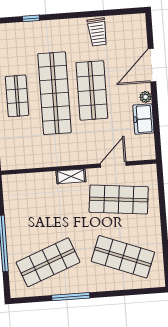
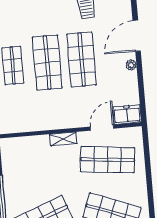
shop shelf: (54, 93) -> (47, 62), width x0.71
freezer: (143, 119) -> (127, 115), moved, turned 90

